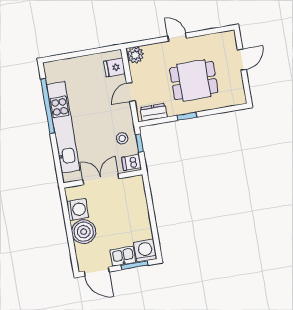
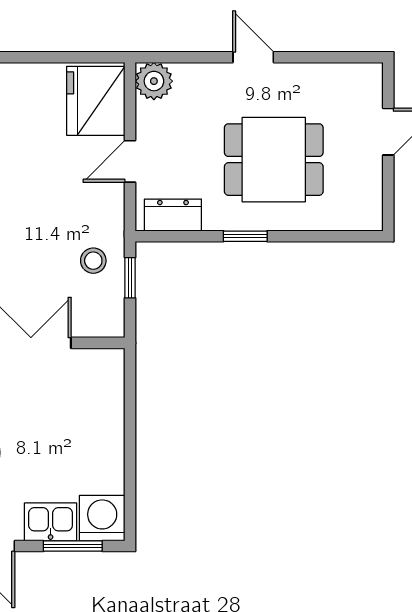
fridge: (114, 67) -> (96, 101), width x1.88, depth x1.34
dishwasher: (131, 162) -> (105, 318), removed

